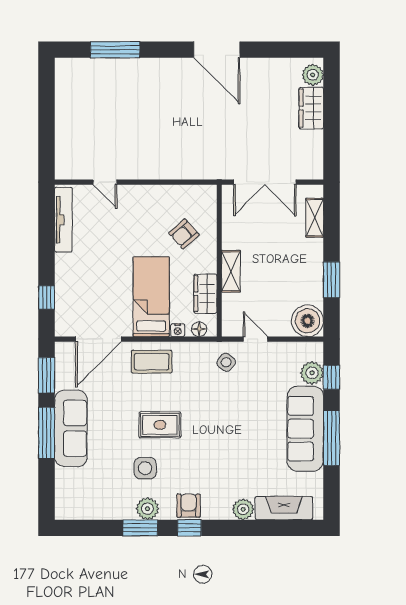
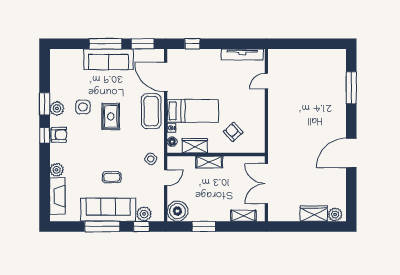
coffee table: (152, 362) -> (151, 111), width x1.36, depth x1.32
coffee table: (255, 423) -> (112, 177), added

